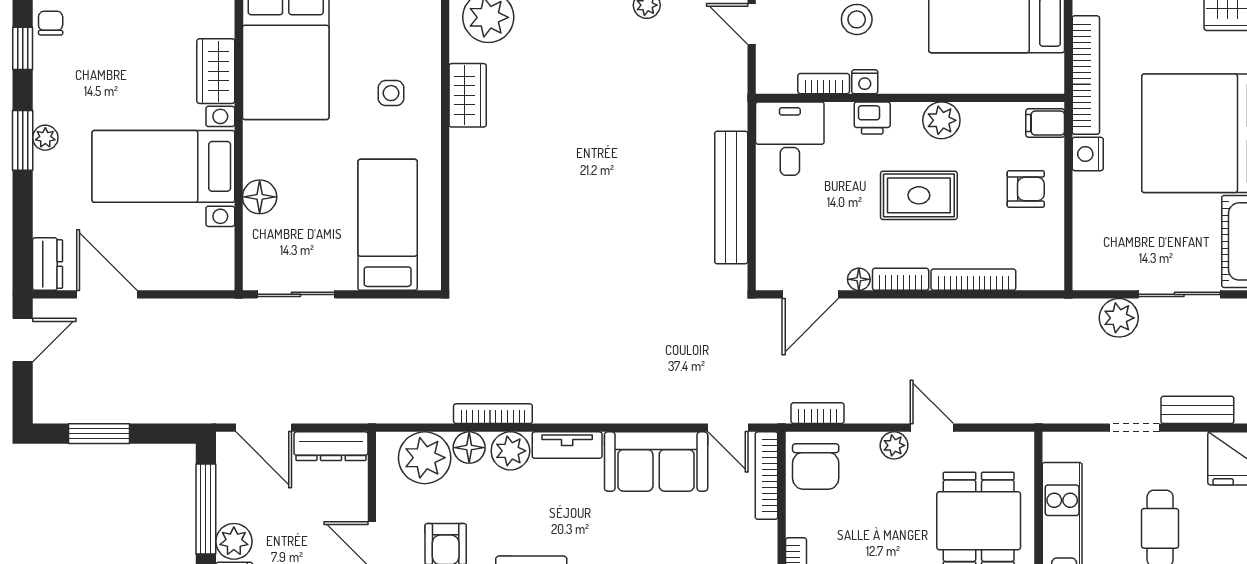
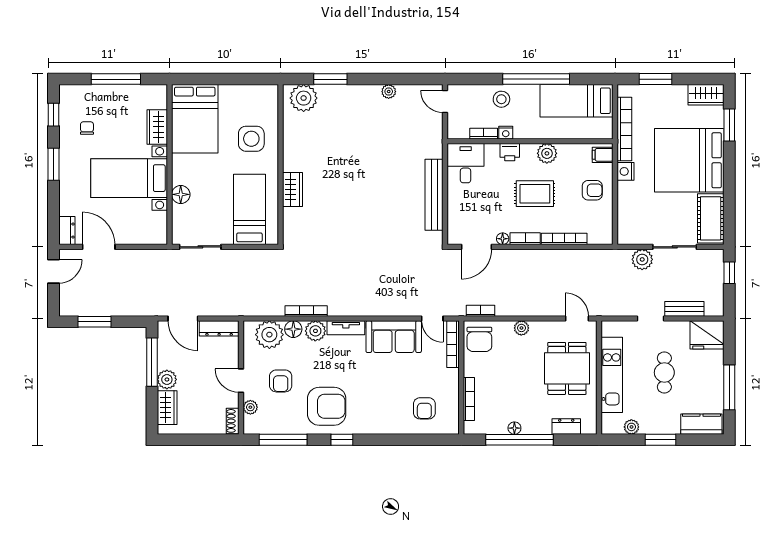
chair: (51, 23) -> (87, 128), moved
side table: (391, 93) -> (251, 139), width x1.87, depth x1.87
wardrobe: (468, 95) -> (292, 189), moved
plant: (45, 138) -> (66, 163), removed
door: (932, 428) -> (577, 318), moved

